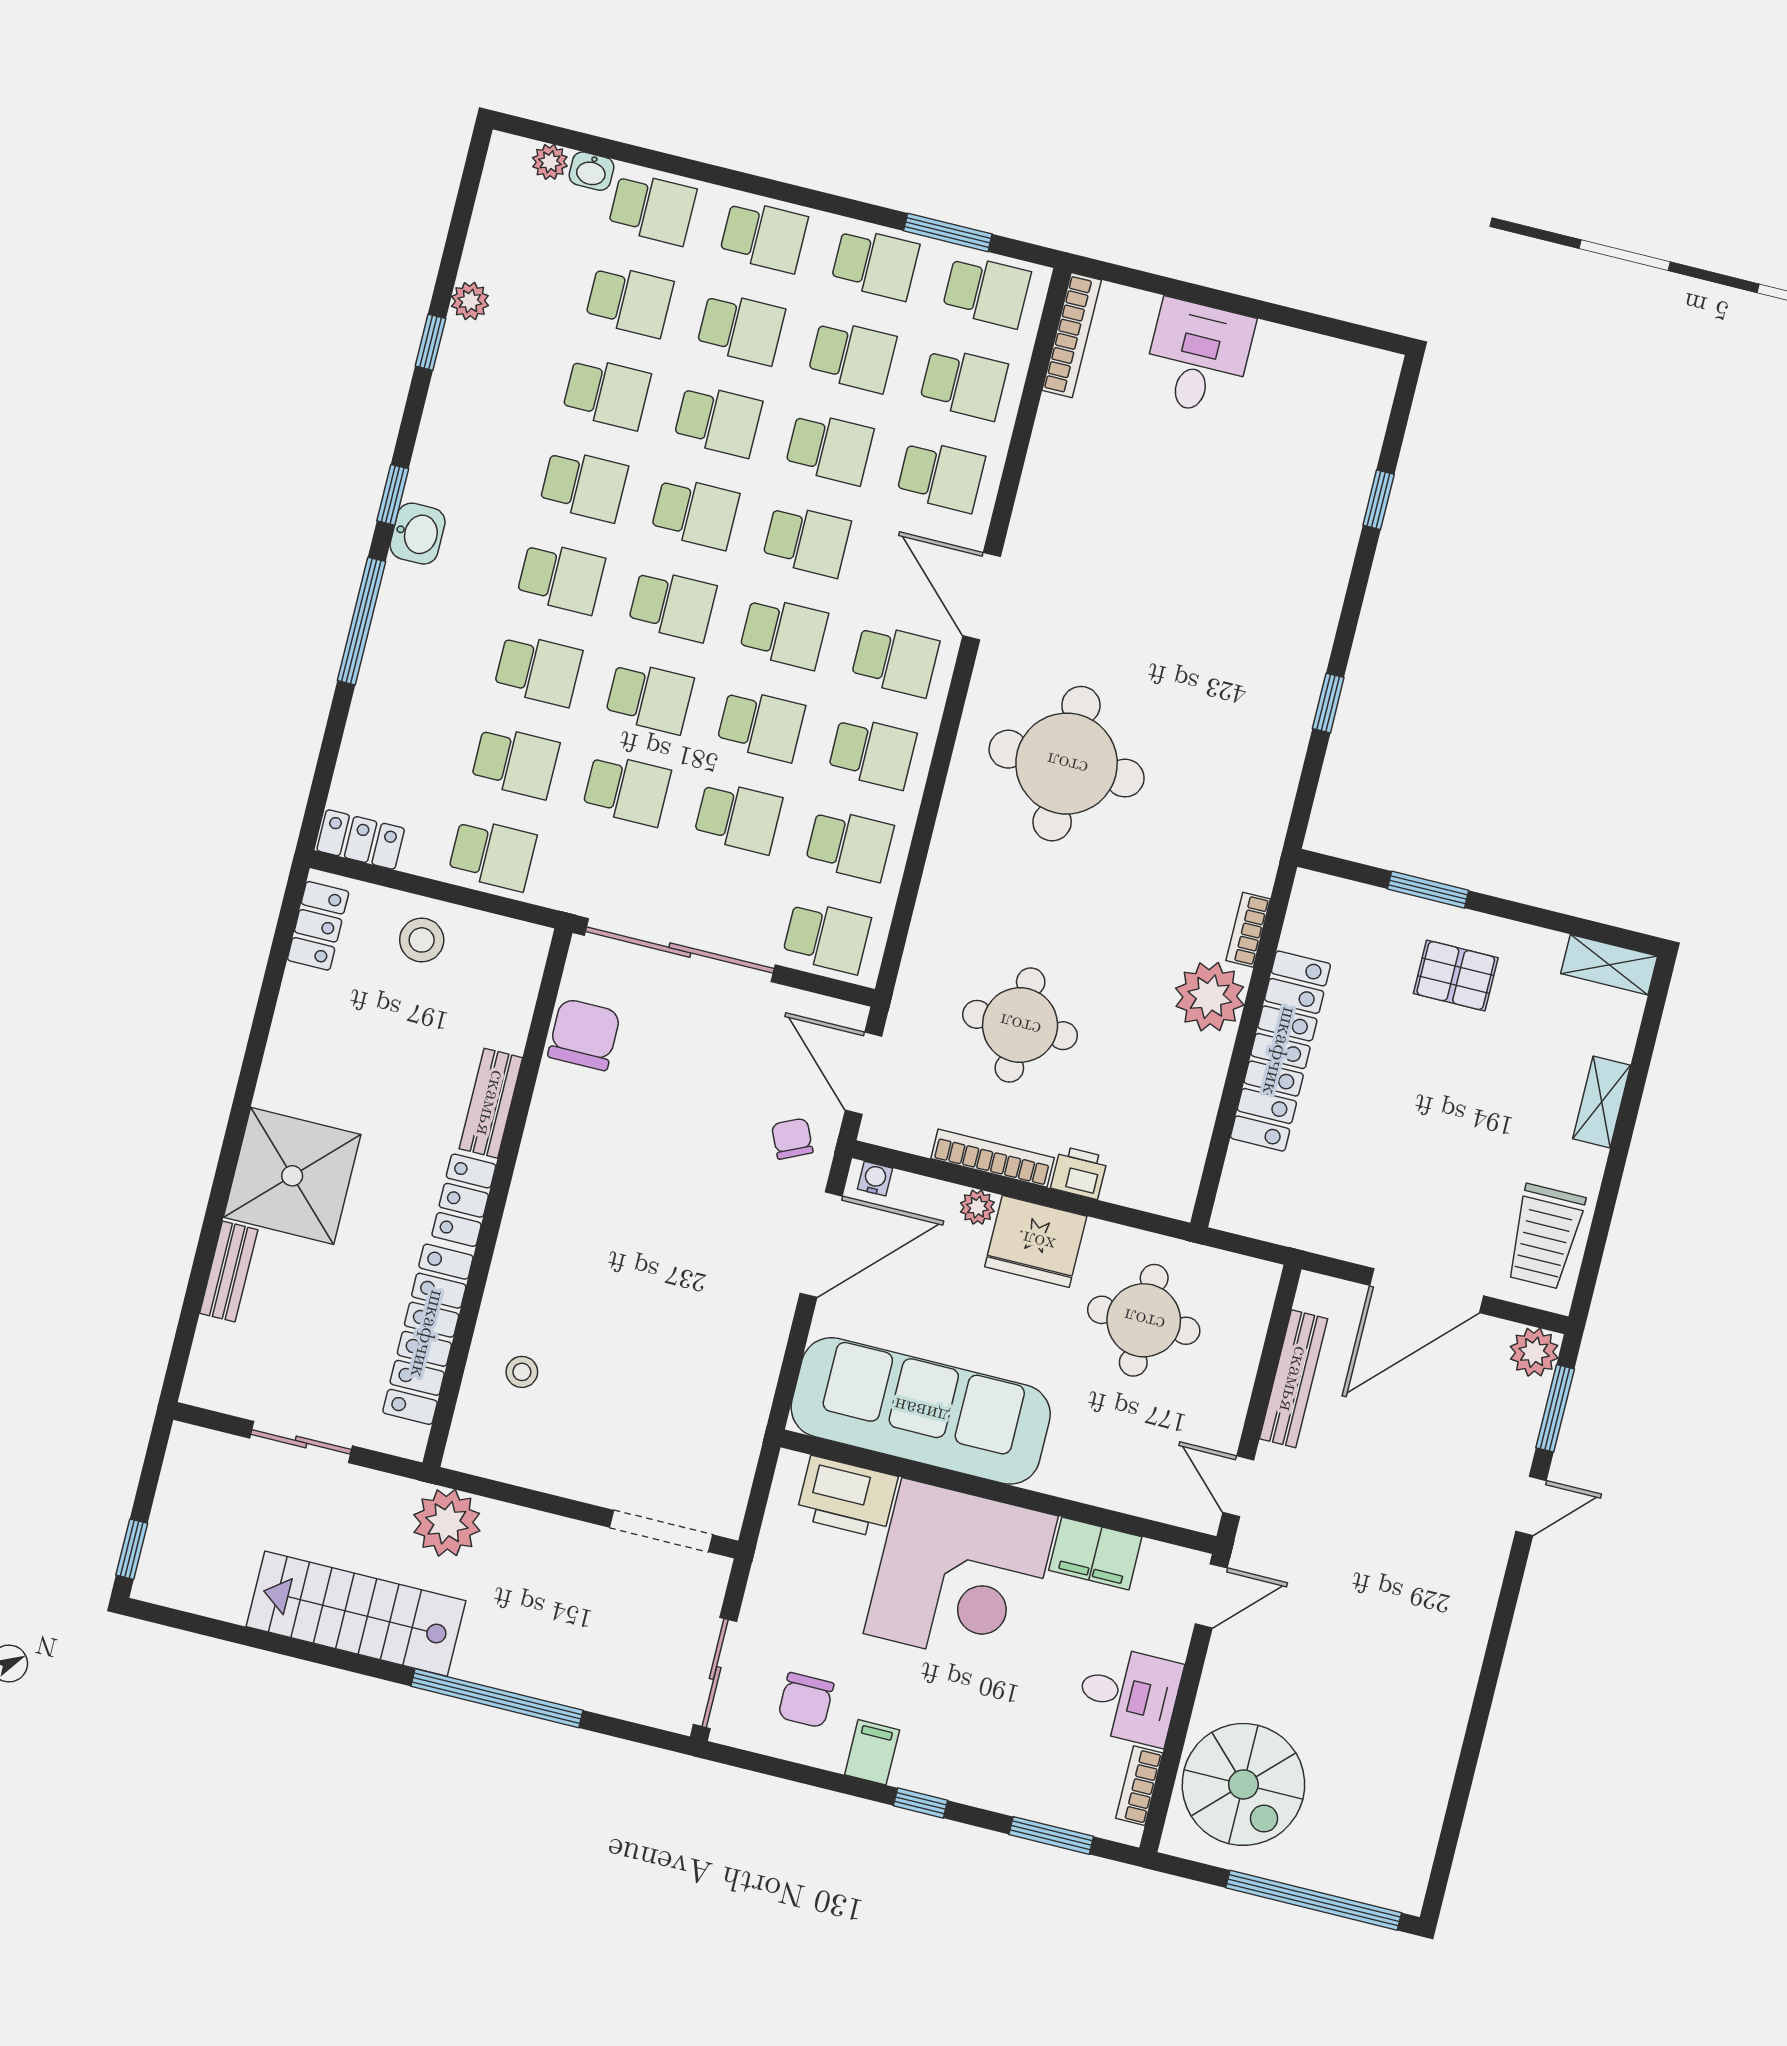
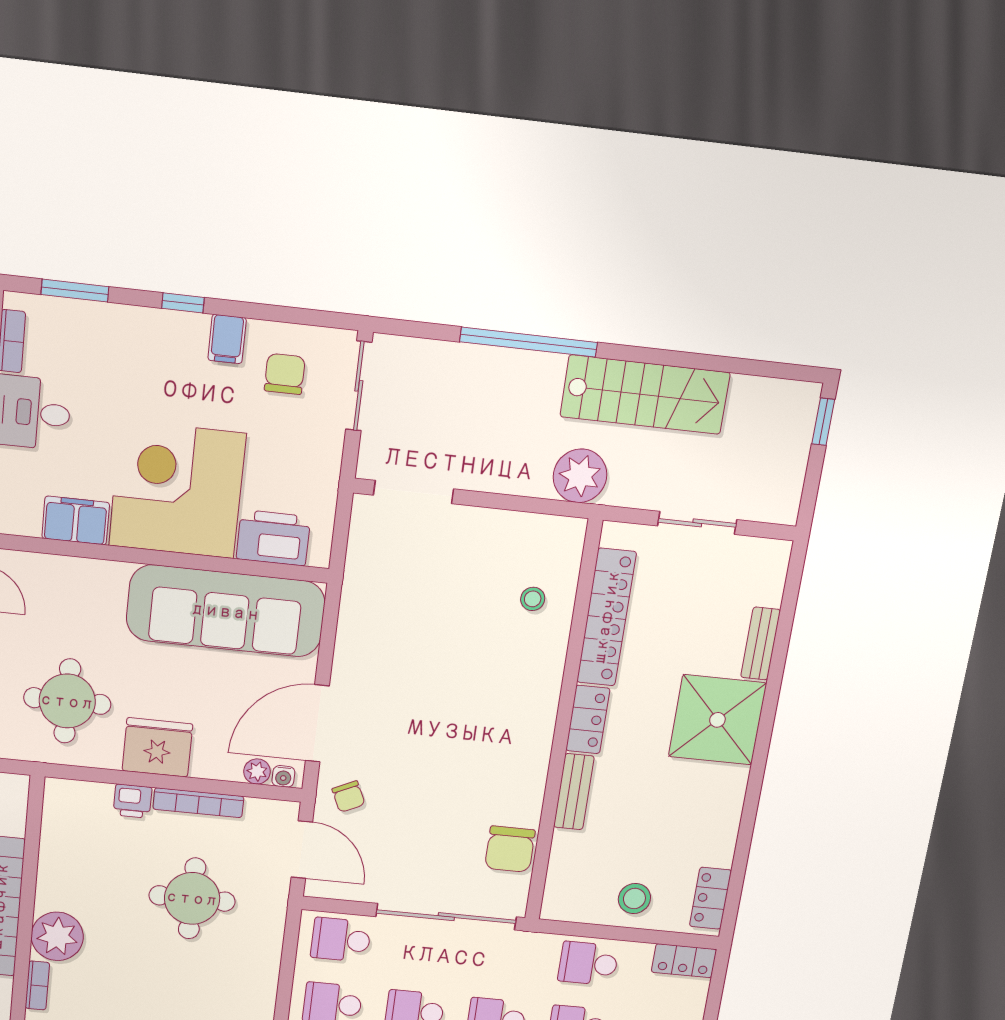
plant: (977, 1207) -> (257, 771), moved

